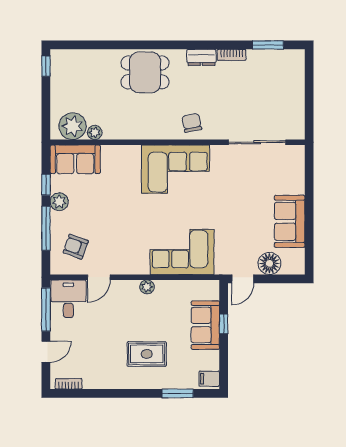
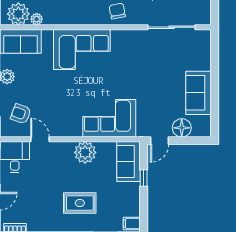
corner sofa: (175, 169) -> (82, 49), moved
door: (99, 277) -> (40, 139), swing flipped
plant: (147, 287) -> (85, 152), width x1.88, depth x1.88
sofa: (205, 325) -> (128, 162), moved

